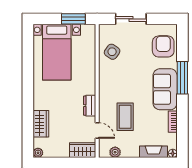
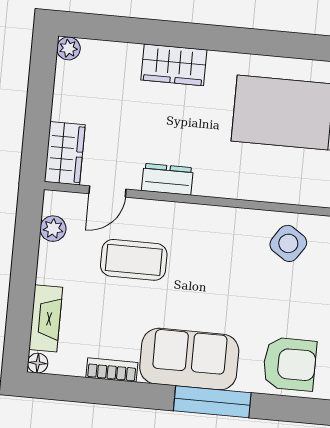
wardrobe: (41, 124) -> (174, 65), moved

